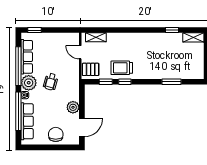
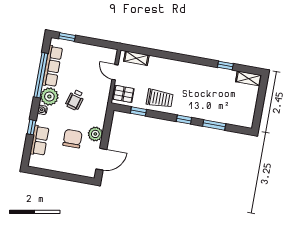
trolley: (122, 68) -> (160, 99), turned 180
window: (125, 82) -> (184, 119), moved
window: (18, 111) -> (32, 127), width x0.32
row of seats: (27, 121) -> (40, 141), width x0.68
chair: (56, 134) -> (73, 139), moved

